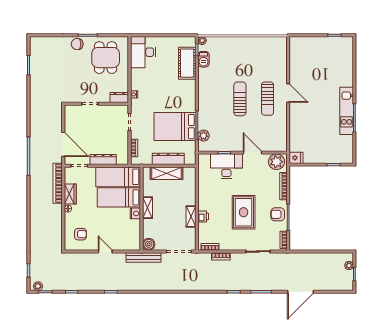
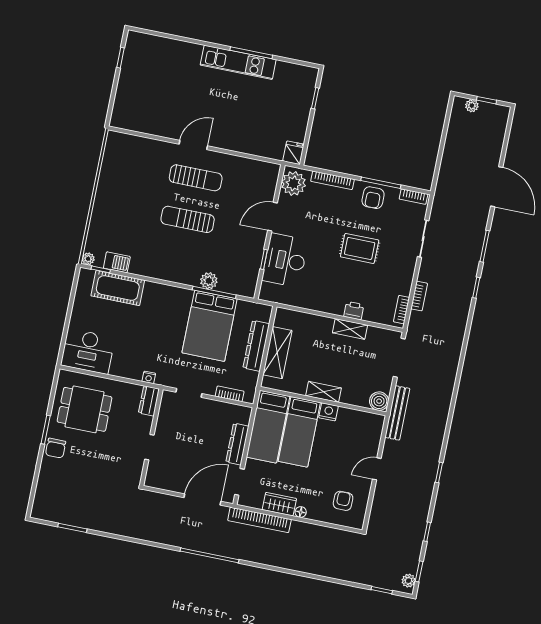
plant: (204, 136) -> (209, 281), moved
rug: (244, 212) -> (360, 248), width x0.73, depth x0.70

